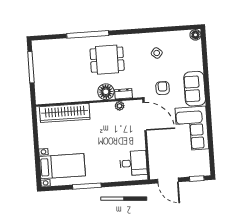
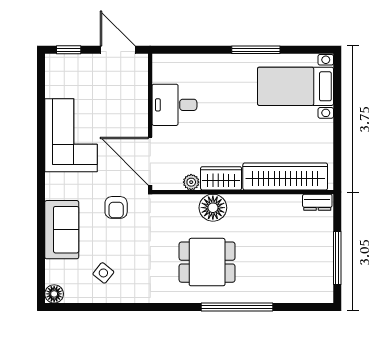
side table: (157, 53) -> (103, 273), moved
sofa: (195, 89) -> (62, 230), moved
dresser: (124, 94) -> (317, 202), moved
wardrobe: (102, 109) -> (221, 178), added
desk: (133, 163) -> (174, 105), moved

